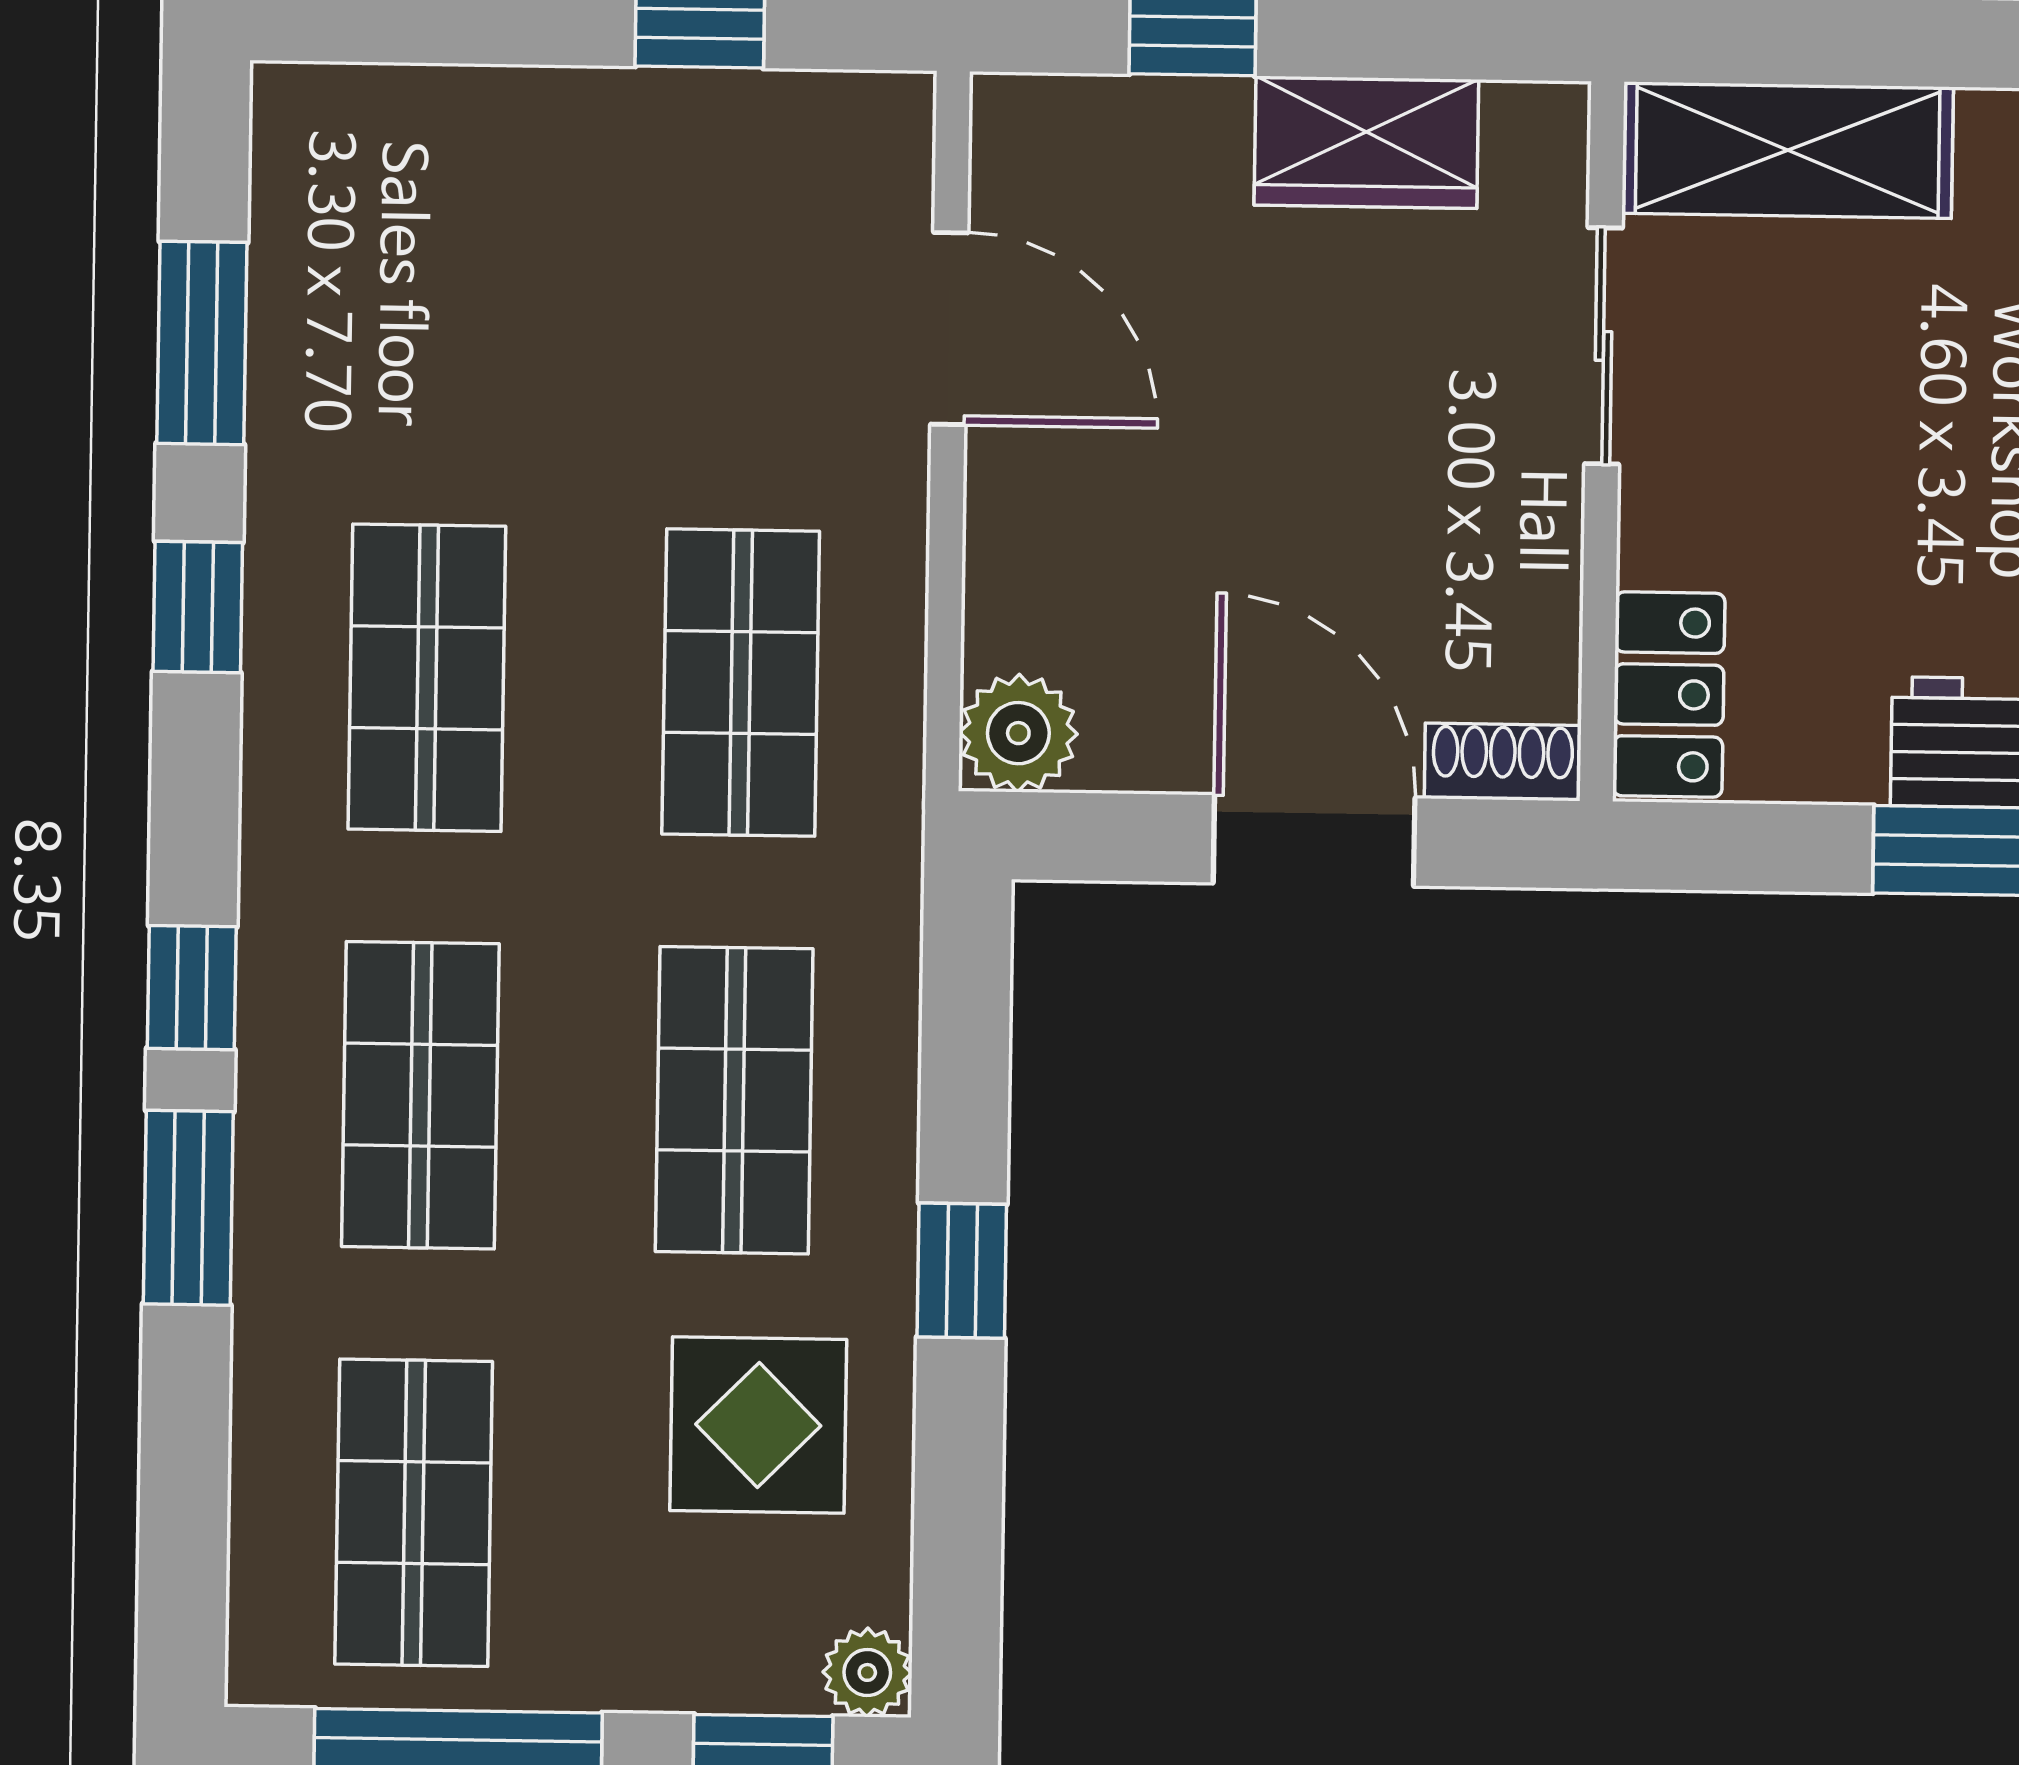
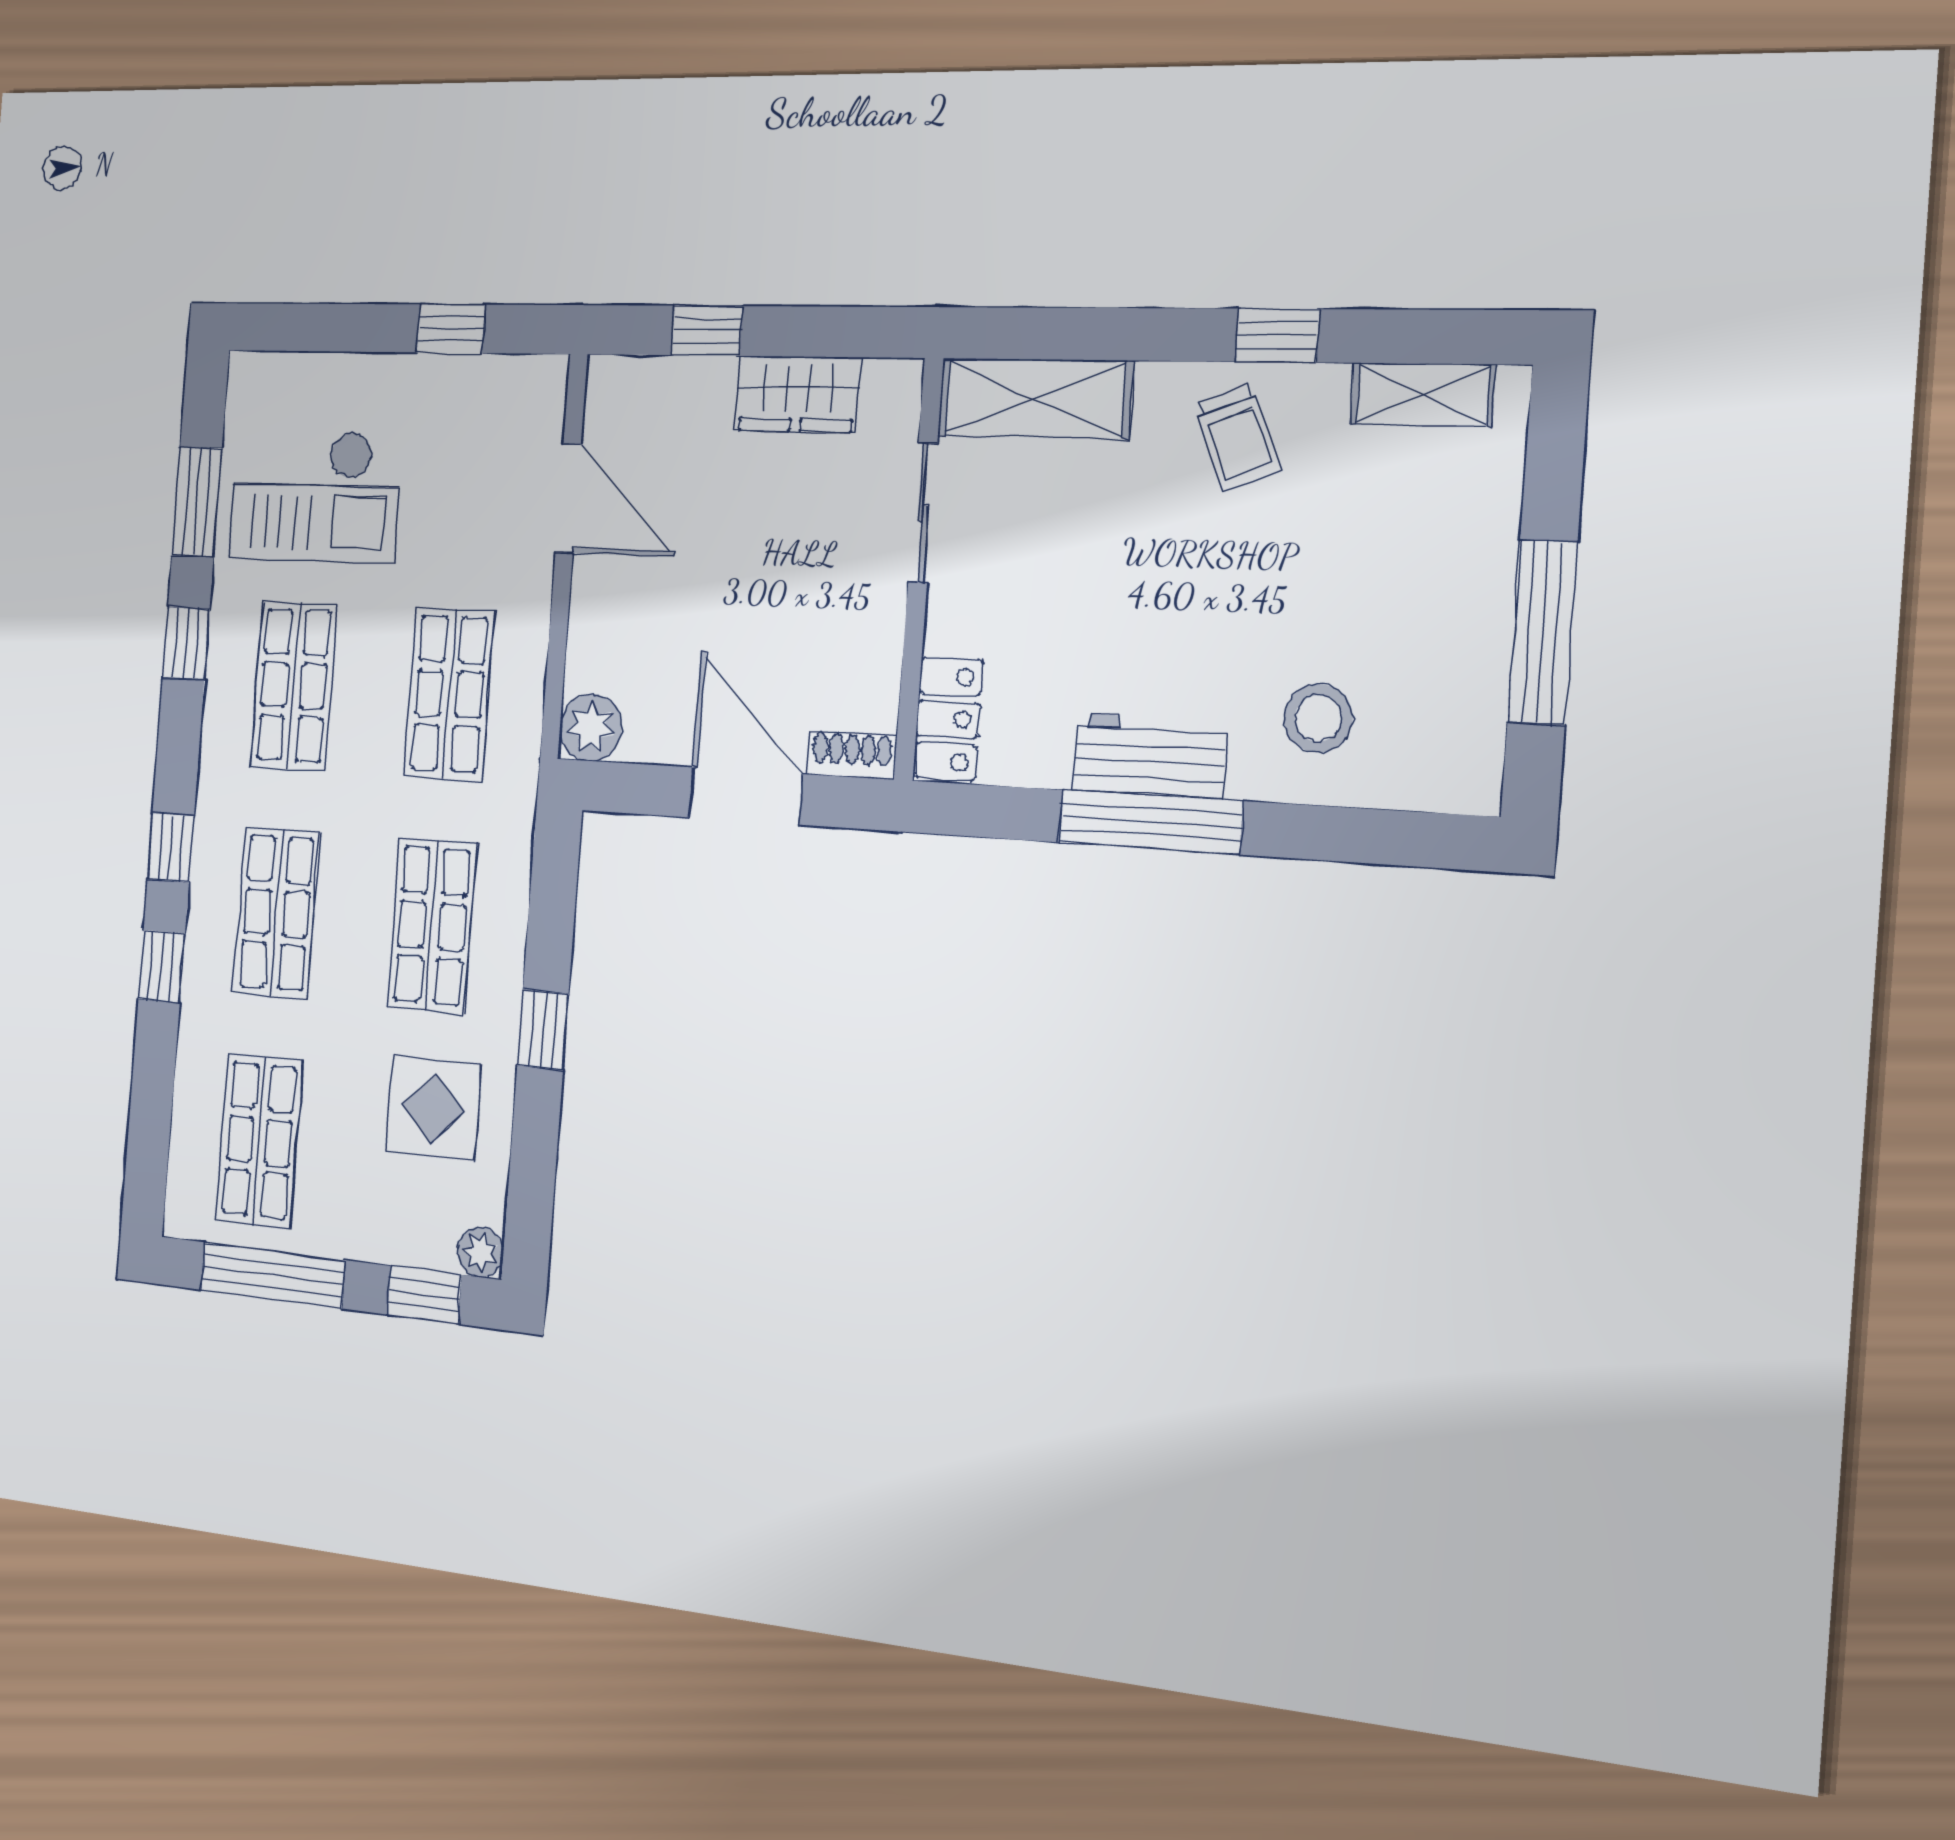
checkout: (447, 329) -> (315, 496), added
window: (188, 1208) -> (162, 966), width x0.67

